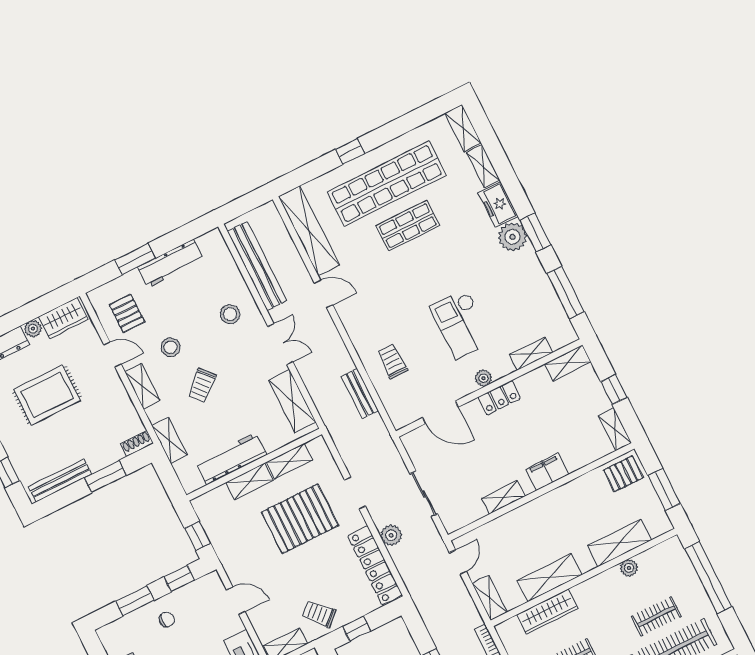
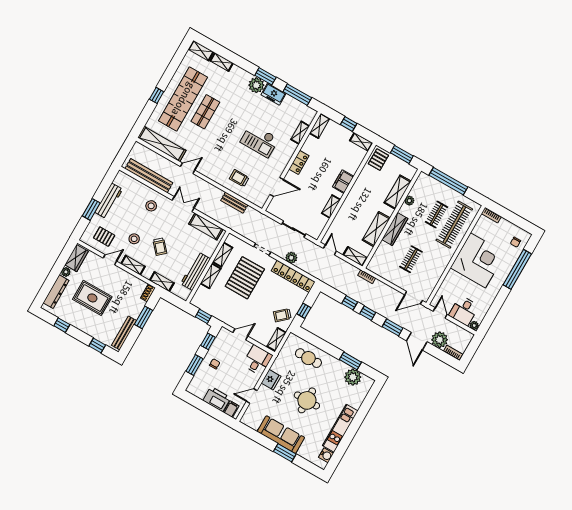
freezer: (498, 205) -> (274, 94), moved
plant: (483, 378) -> (286, 158), removed
rug: (47, 395) -> (92, 298), turned 90
wardrobe: (547, 612) -> (395, 229), moved

